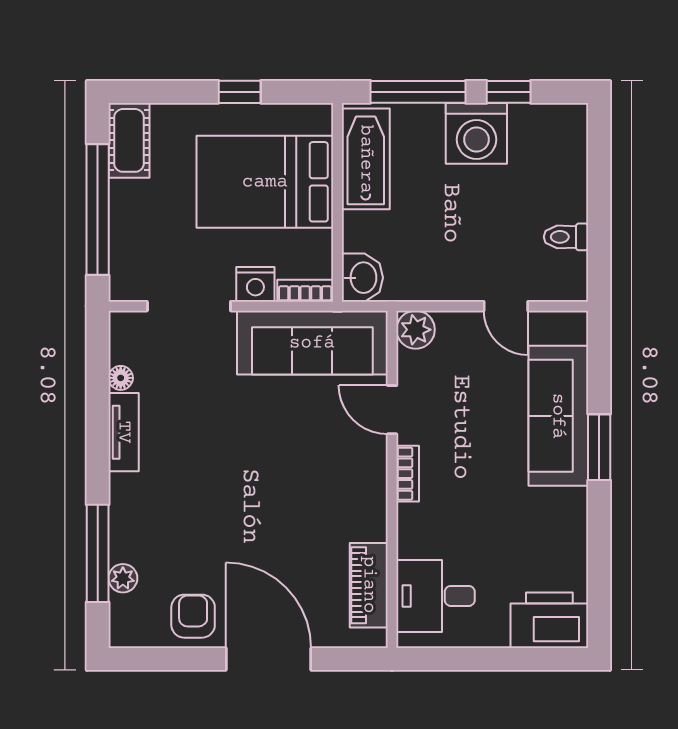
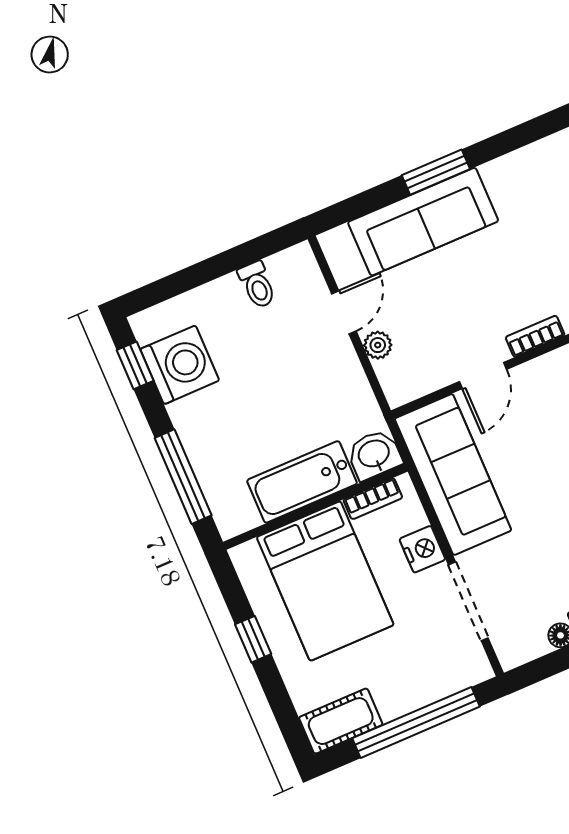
window: (509, 92) -> (135, 365), moved
washing machine: (476, 133) -> (180, 365), moved
bathtub: (366, 159) -> (302, 482), moved
bookcase: (305, 291) -> (373, 499), moved, turned -90
plant: (416, 330) -> (378, 345), moved, width x0.73, depth x0.73

